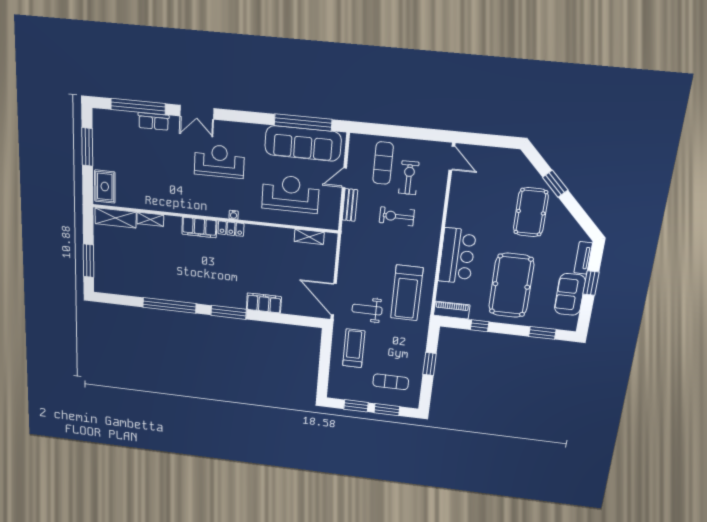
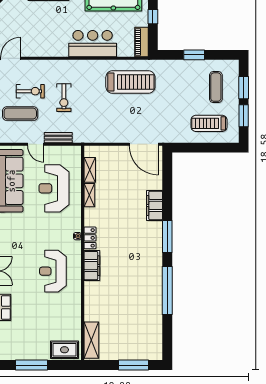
reception desk: (219, 161) -> (53, 271), moved
exercise bike: (409, 178) -> (30, 91), turned 180
shelving: (150, 219) -> (89, 195), moved
door: (334, 299) -> (144, 144), hinge flipped
weight bench: (367, 310) -> (150, 114), removed
treadmill: (354, 348) -> (209, 123), moved

